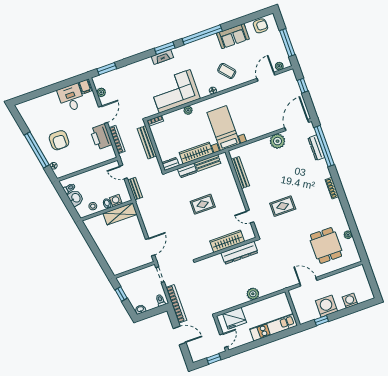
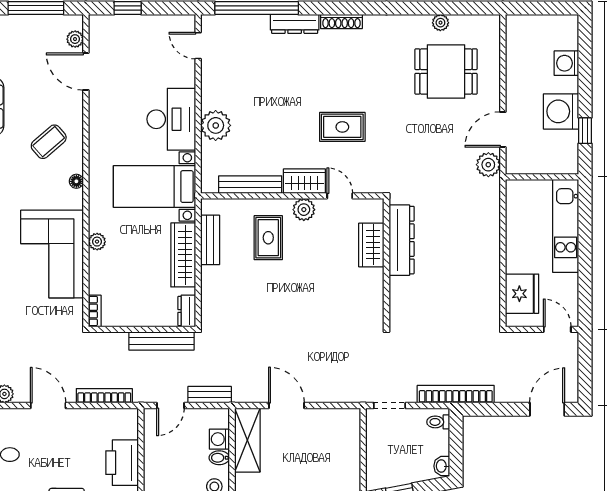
desk: (258, 125) -> (171, 119), added
door: (297, 125) -> (198, 46), width x0.53
printer: (101, 137) -> (122, 463), moved, turned 90
plant: (277, 141) -> (216, 125), moved
bench: (147, 142) -> (161, 341), moved
dresser: (316, 148) -> (295, 24), moved
dresser: (187, 170) -> (210, 284), removed
wardrobe: (251, 197) -> (304, 181), added
plant: (238, 202) -> (304, 210), added
rug: (203, 204) -> (268, 238), moved
rug: (283, 206) -> (342, 127), turned 90
door: (250, 216) -> (340, 196), swing flipped
wardrobe: (227, 241) -> (371, 245), width x0.67
door: (150, 247) -> (286, 406), moved
plant: (253, 294) -> (488, 165), moved
door: (180, 335) -> (547, 409), moved
window: (214, 359) -> (585, 360), removed

